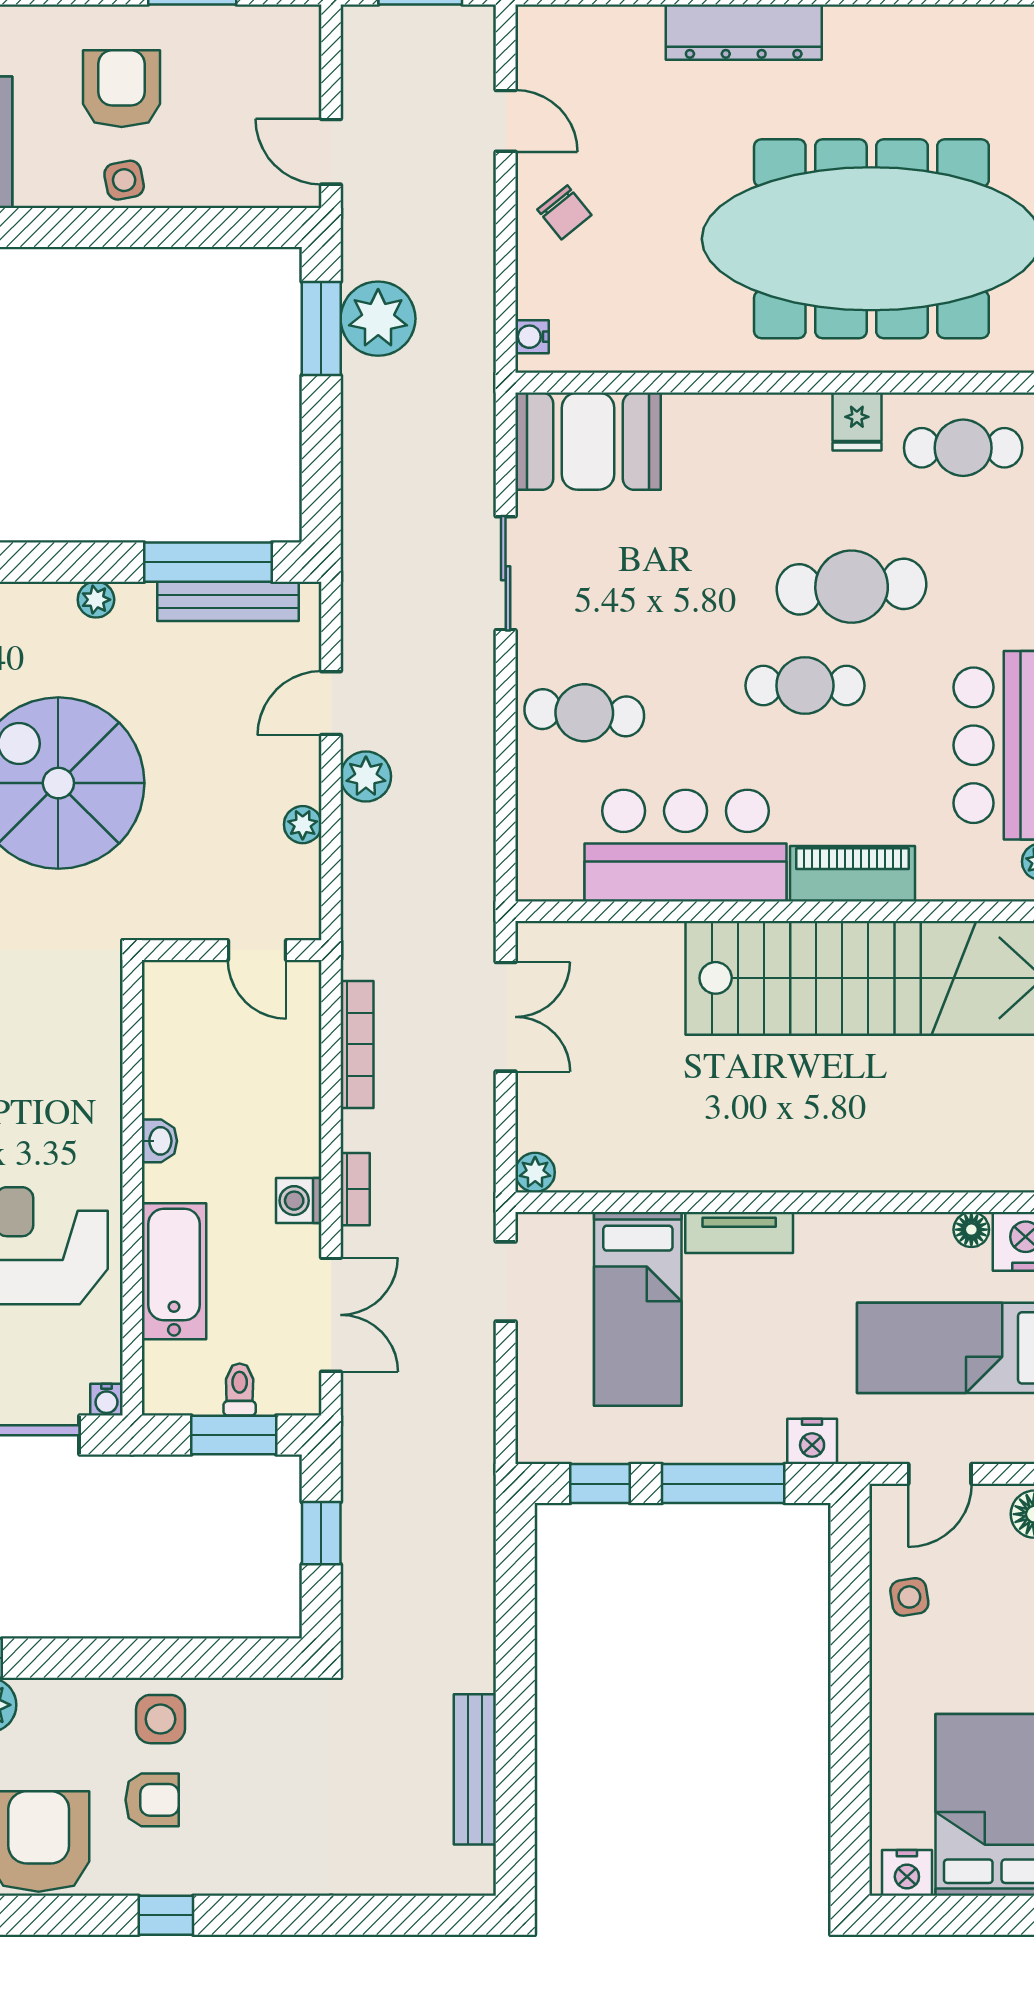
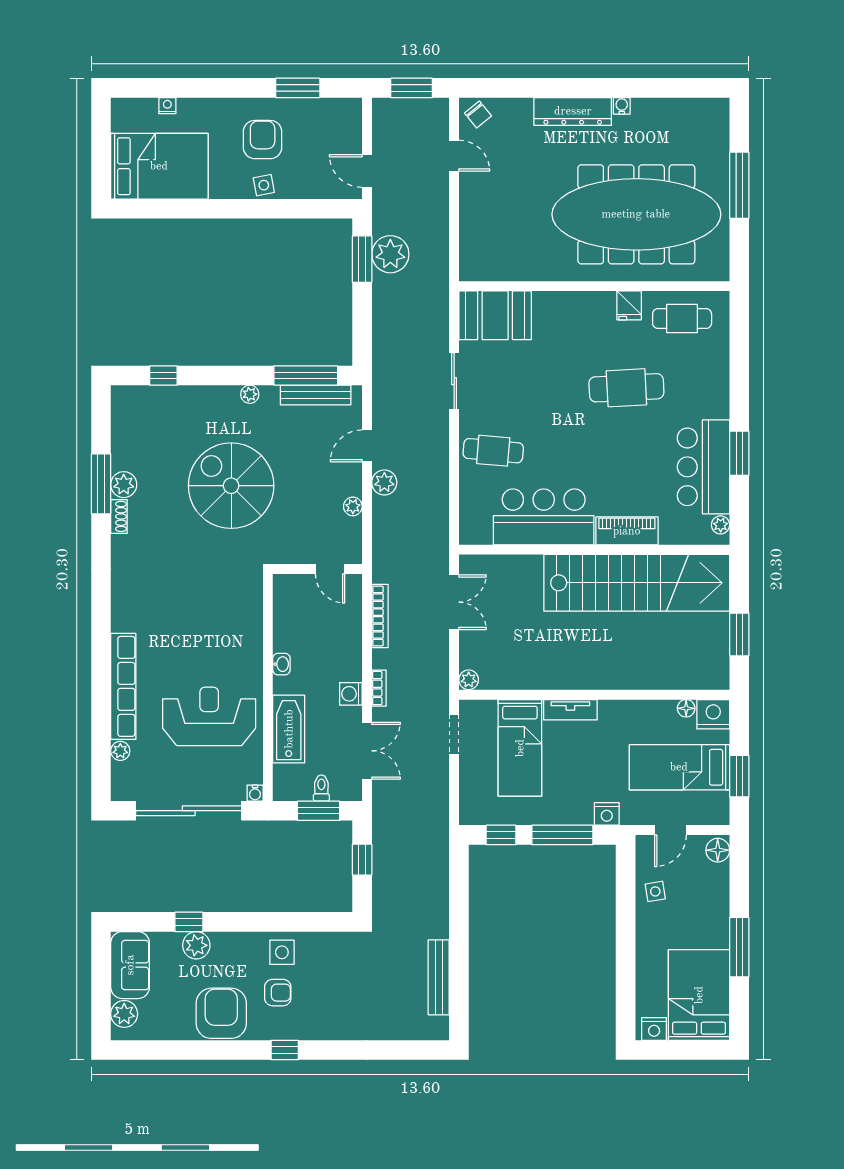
chair: (564, 212) -> (478, 115), moved
water cooler: (532, 337) -> (622, 106), moved, turned 90
cafe table: (805, 686) -> (603, 437), removed

